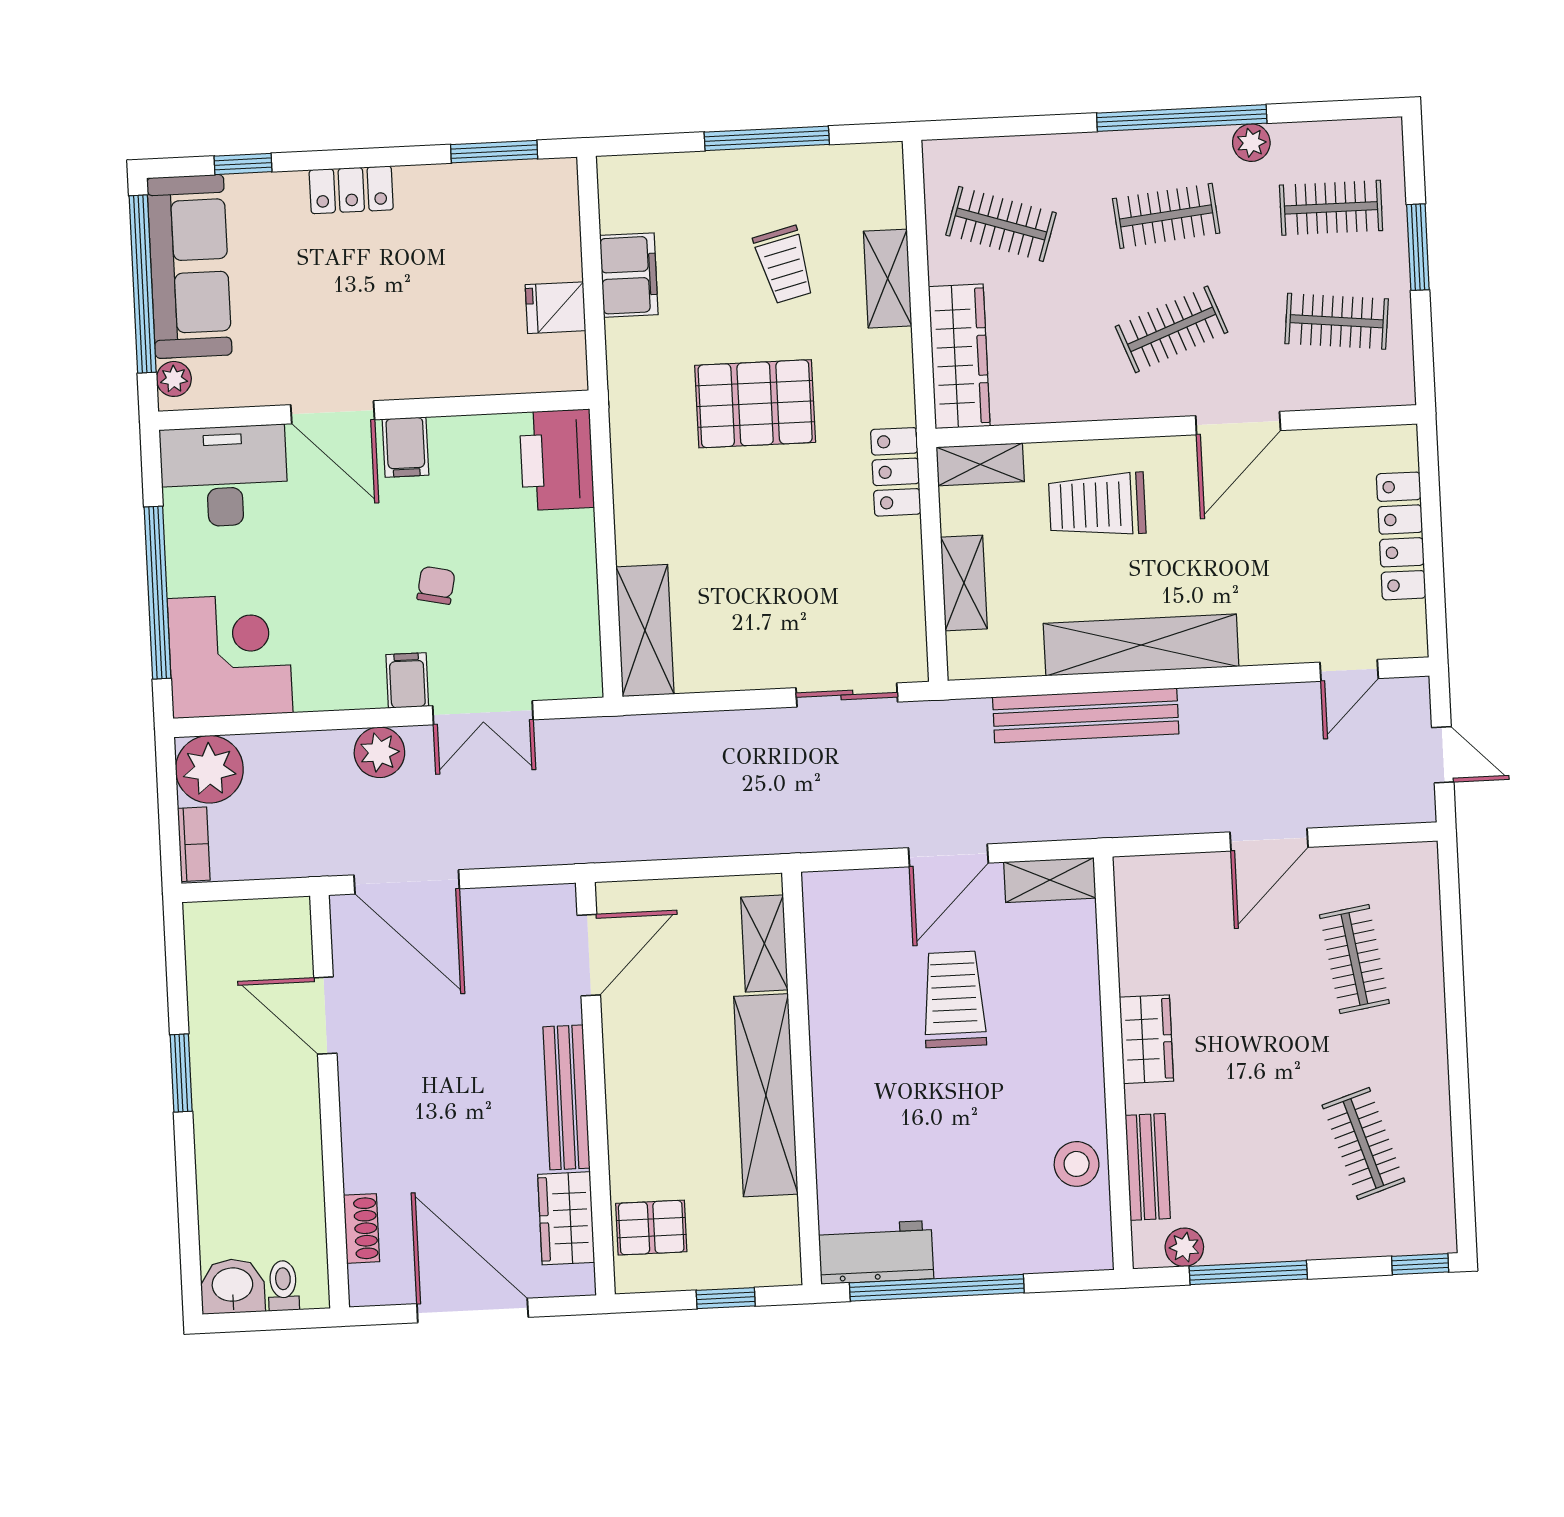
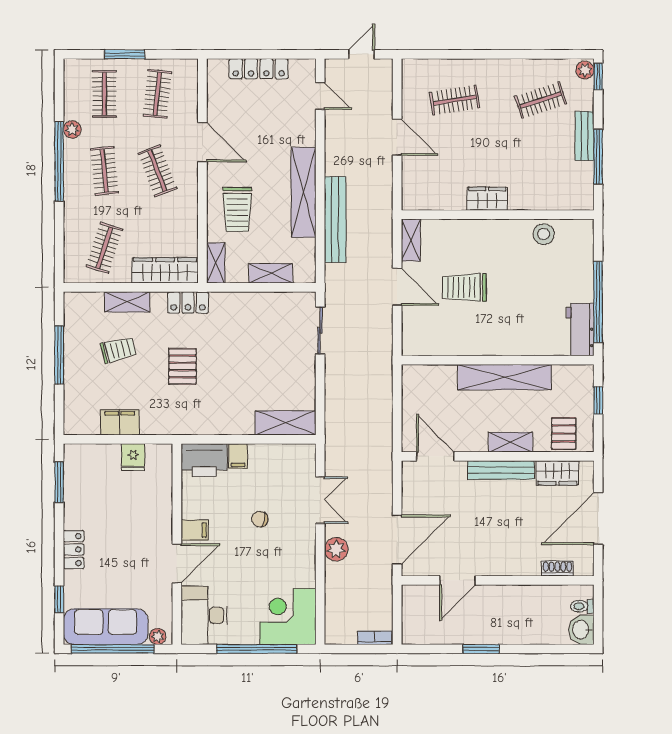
pallet: (755, 404) -> (182, 366), width x0.67, depth x0.71
locker: (896, 472) -> (188, 302), moved
filing cabinet: (407, 680) -> (238, 456), moved, turned -90
plant: (209, 769) -> (340, 629), removed
shelving: (764, 944) -> (510, 442), moved
bench: (1148, 1167) -> (585, 136), moved, turned 90
plant: (1184, 1247) -> (585, 70), moved

